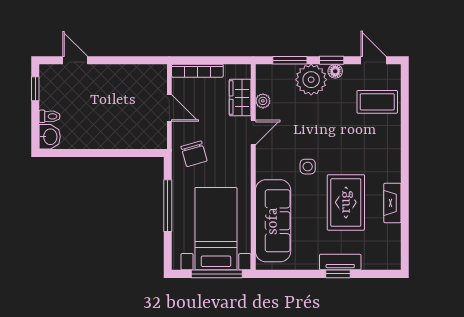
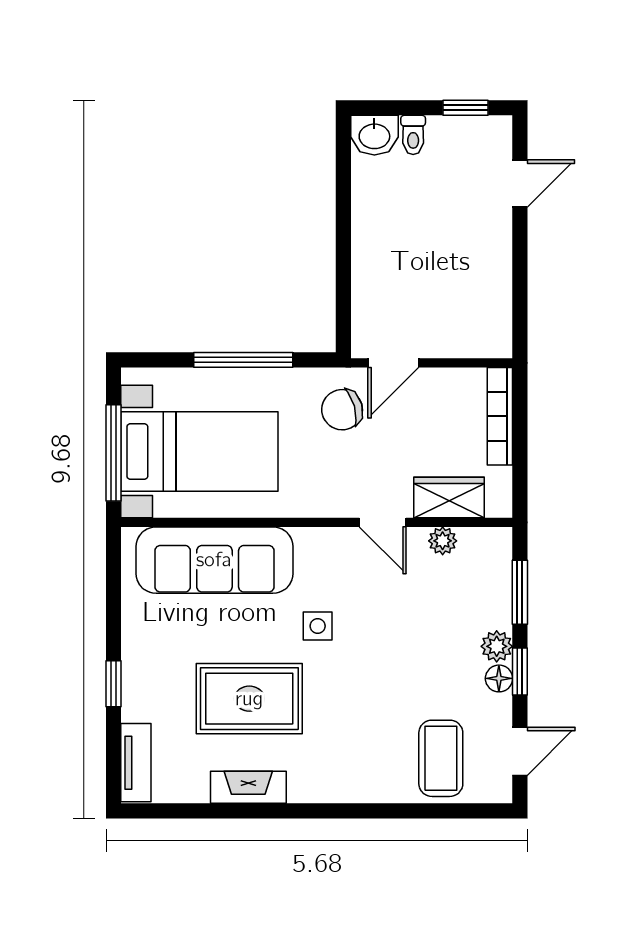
plant: (311, 80) -> (497, 646), width x0.53, depth x0.53
door: (169, 108) -> (393, 363), moved
tv unit: (340, 262) -> (136, 763), moved

